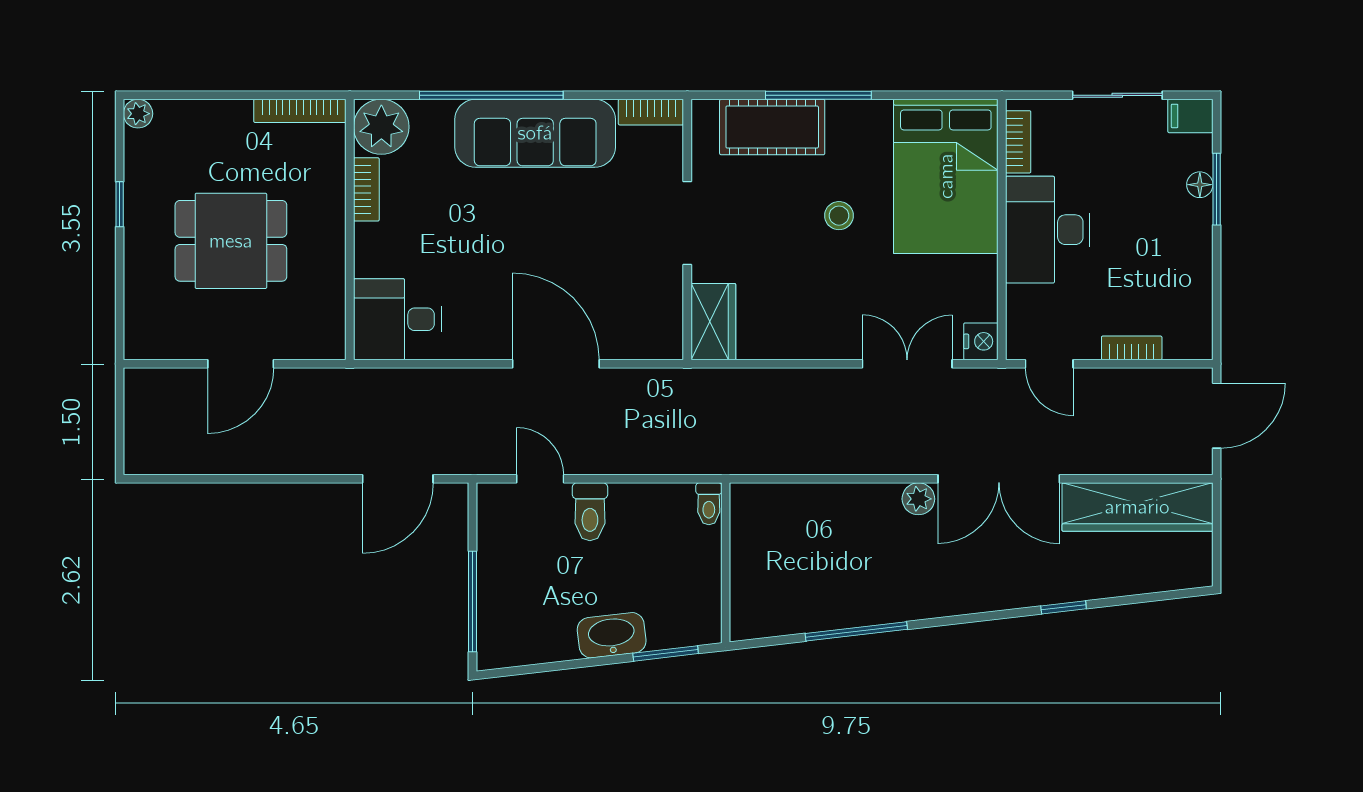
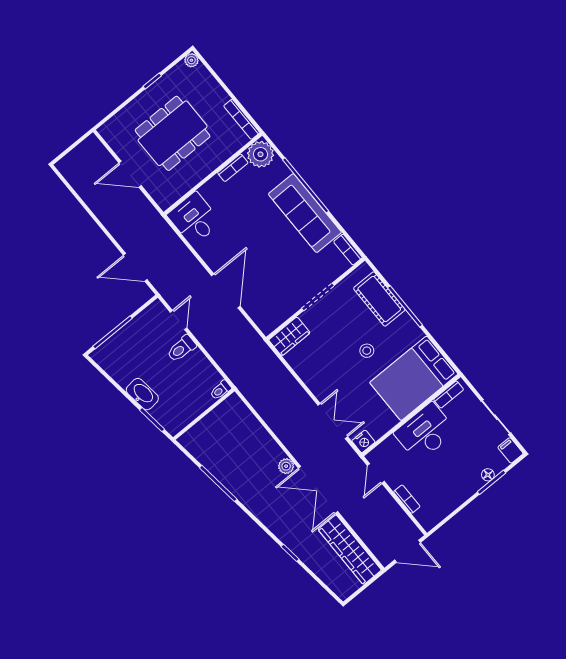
dining table: (231, 241) -> (173, 133), width x1.38

